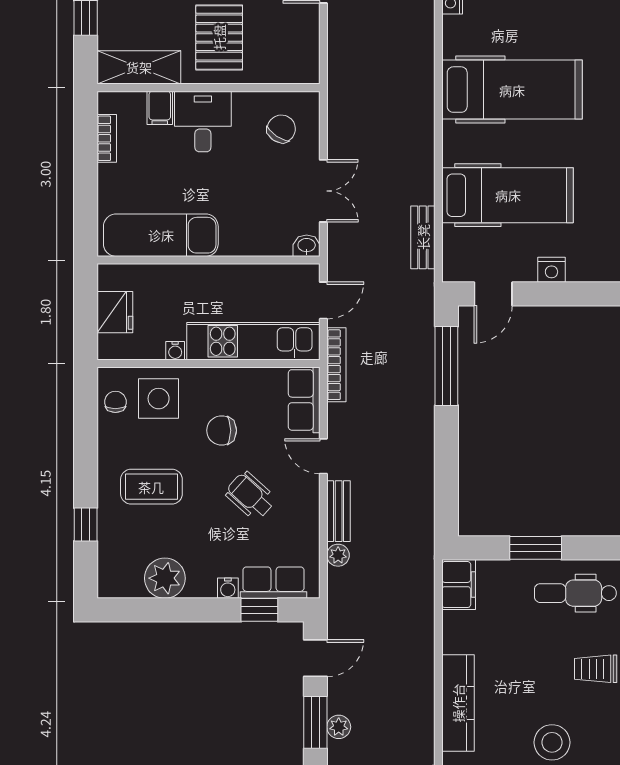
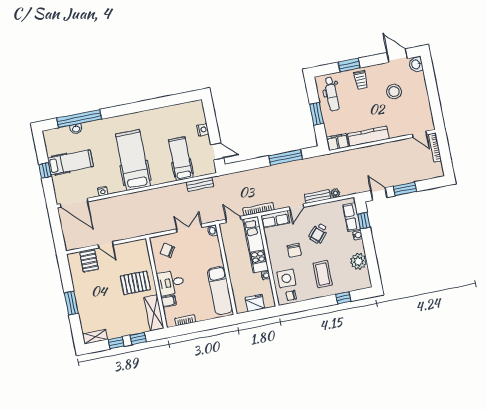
hospital bed: (508, 195) -> (181, 159), width x0.73, depth x0.78
window: (446, 366) -> (285, 157), moved
kitchen counter: (458, 703) -> (368, 136), moved
plant: (339, 727) -> (405, 179), removed

